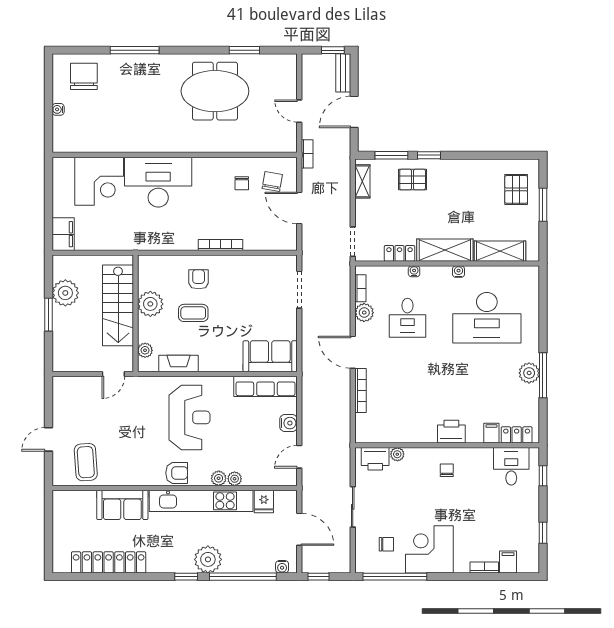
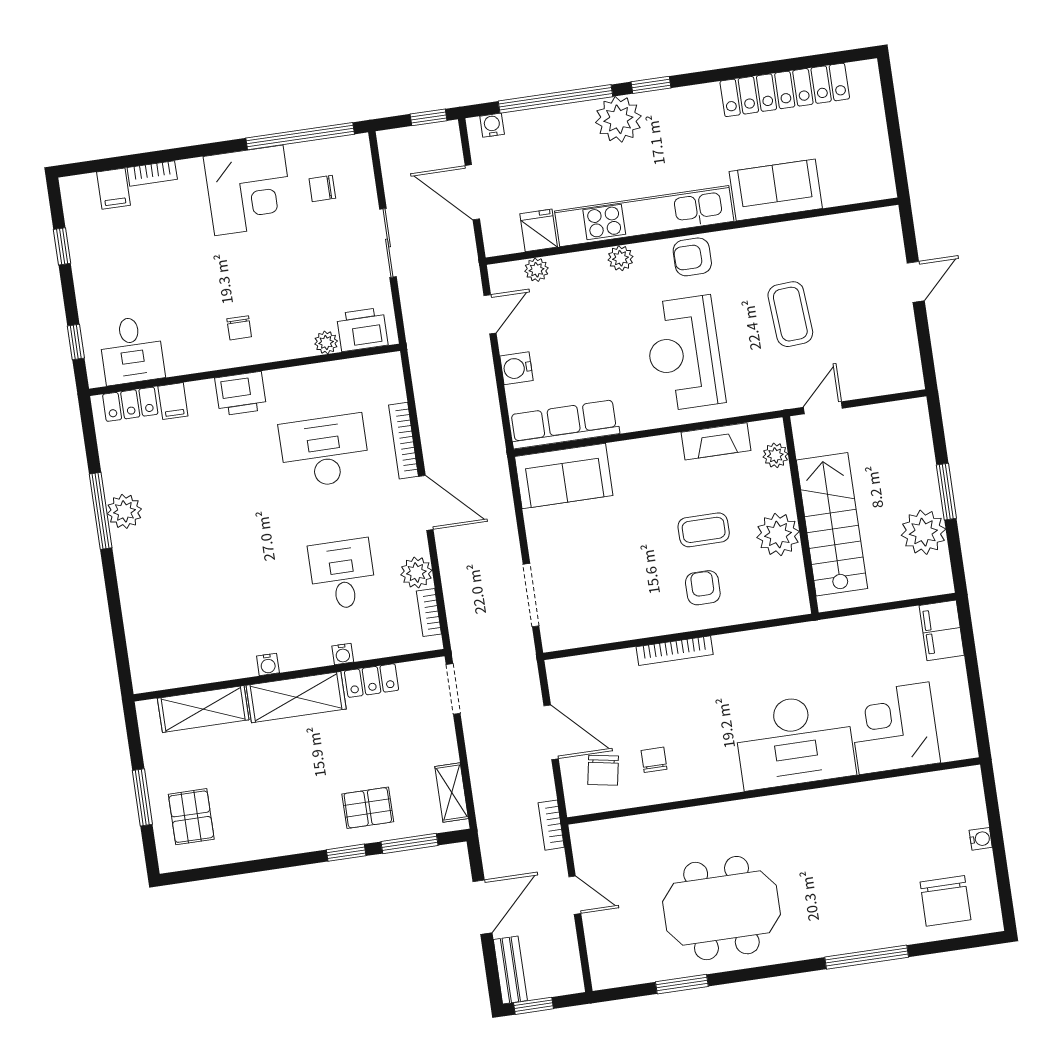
armchair: (199, 279) -> (703, 588), turned 180
desk: (487, 318) -> (324, 451), moved, width x0.73, depth x0.77
coffee table: (86, 462) -> (790, 314), moved
plant: (235, 479) -> (537, 270), moved

